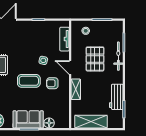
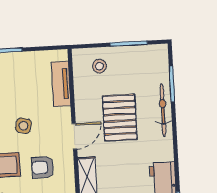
door: (70, 68) -> (74, 136), swing flipped

